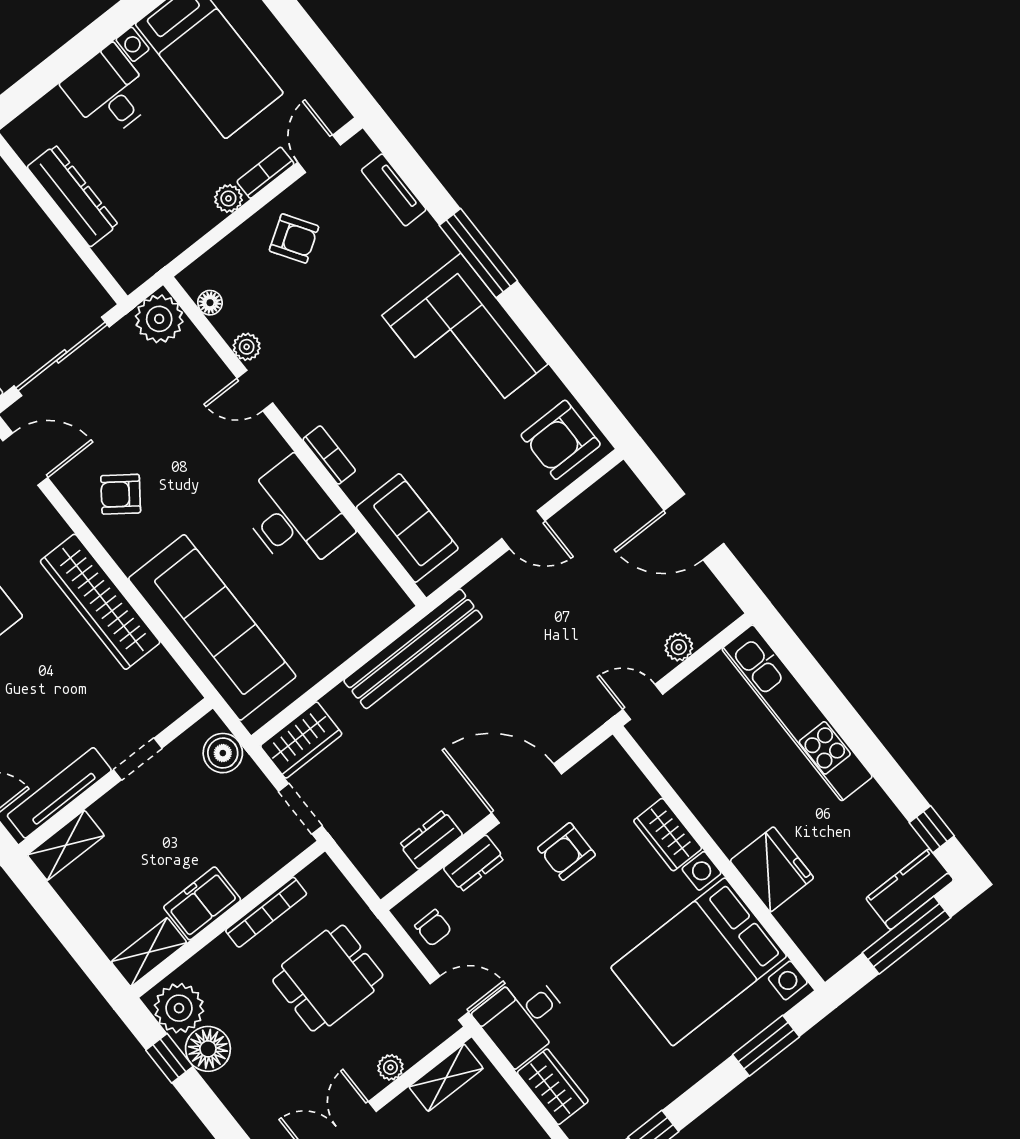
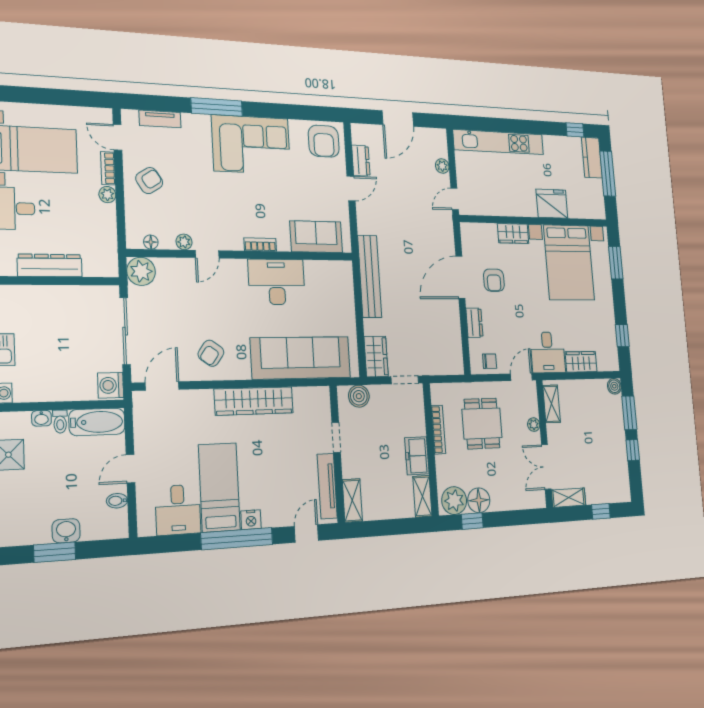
dresser: (431, 840) -> (361, 161), moved, turned 180

